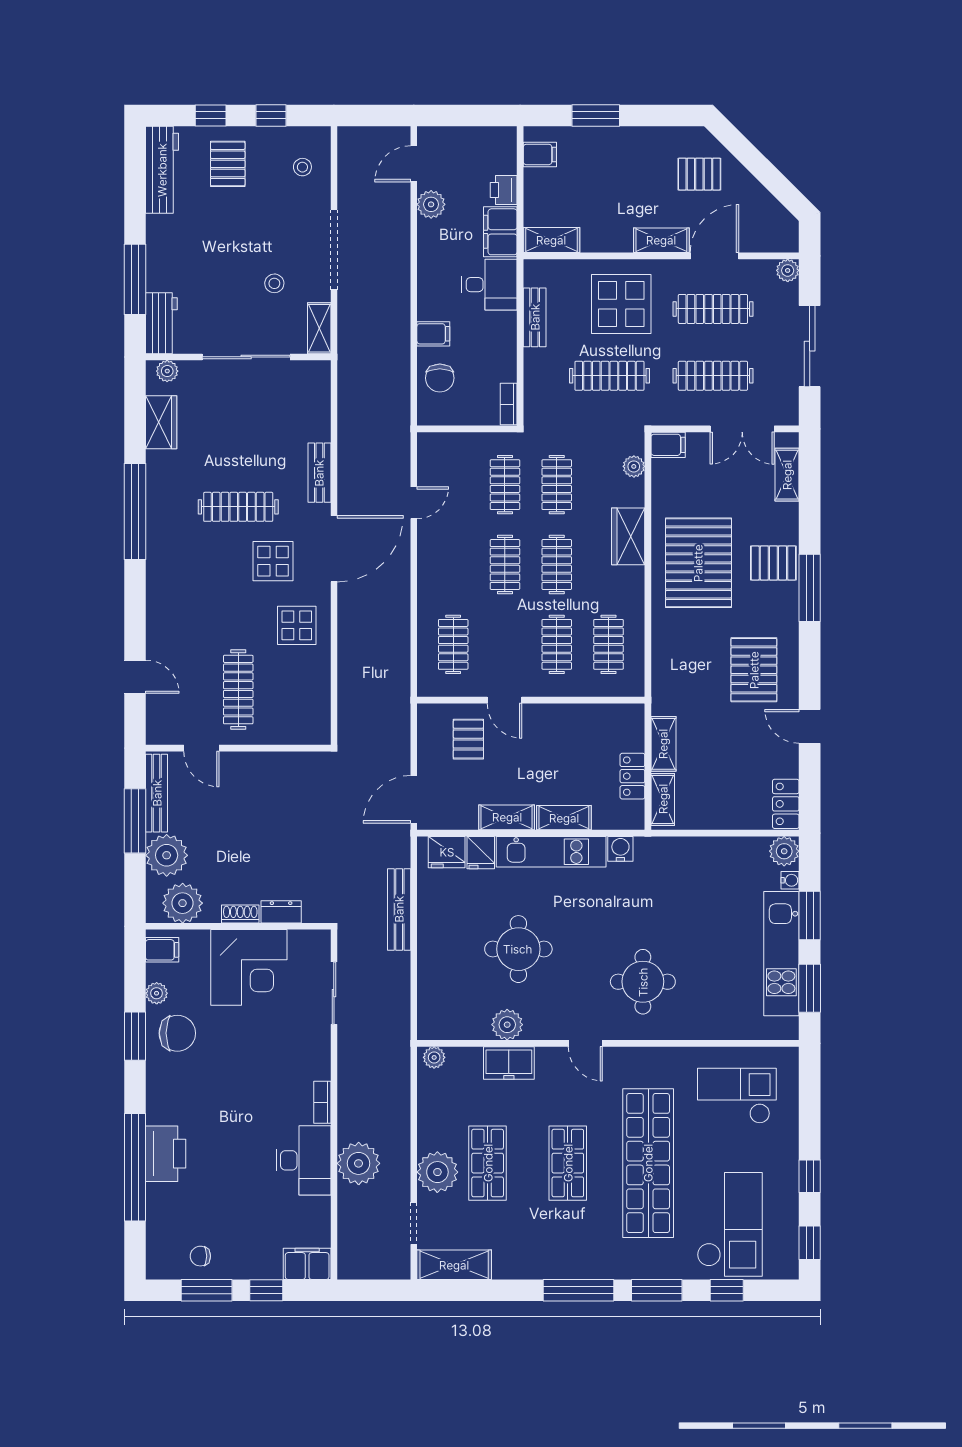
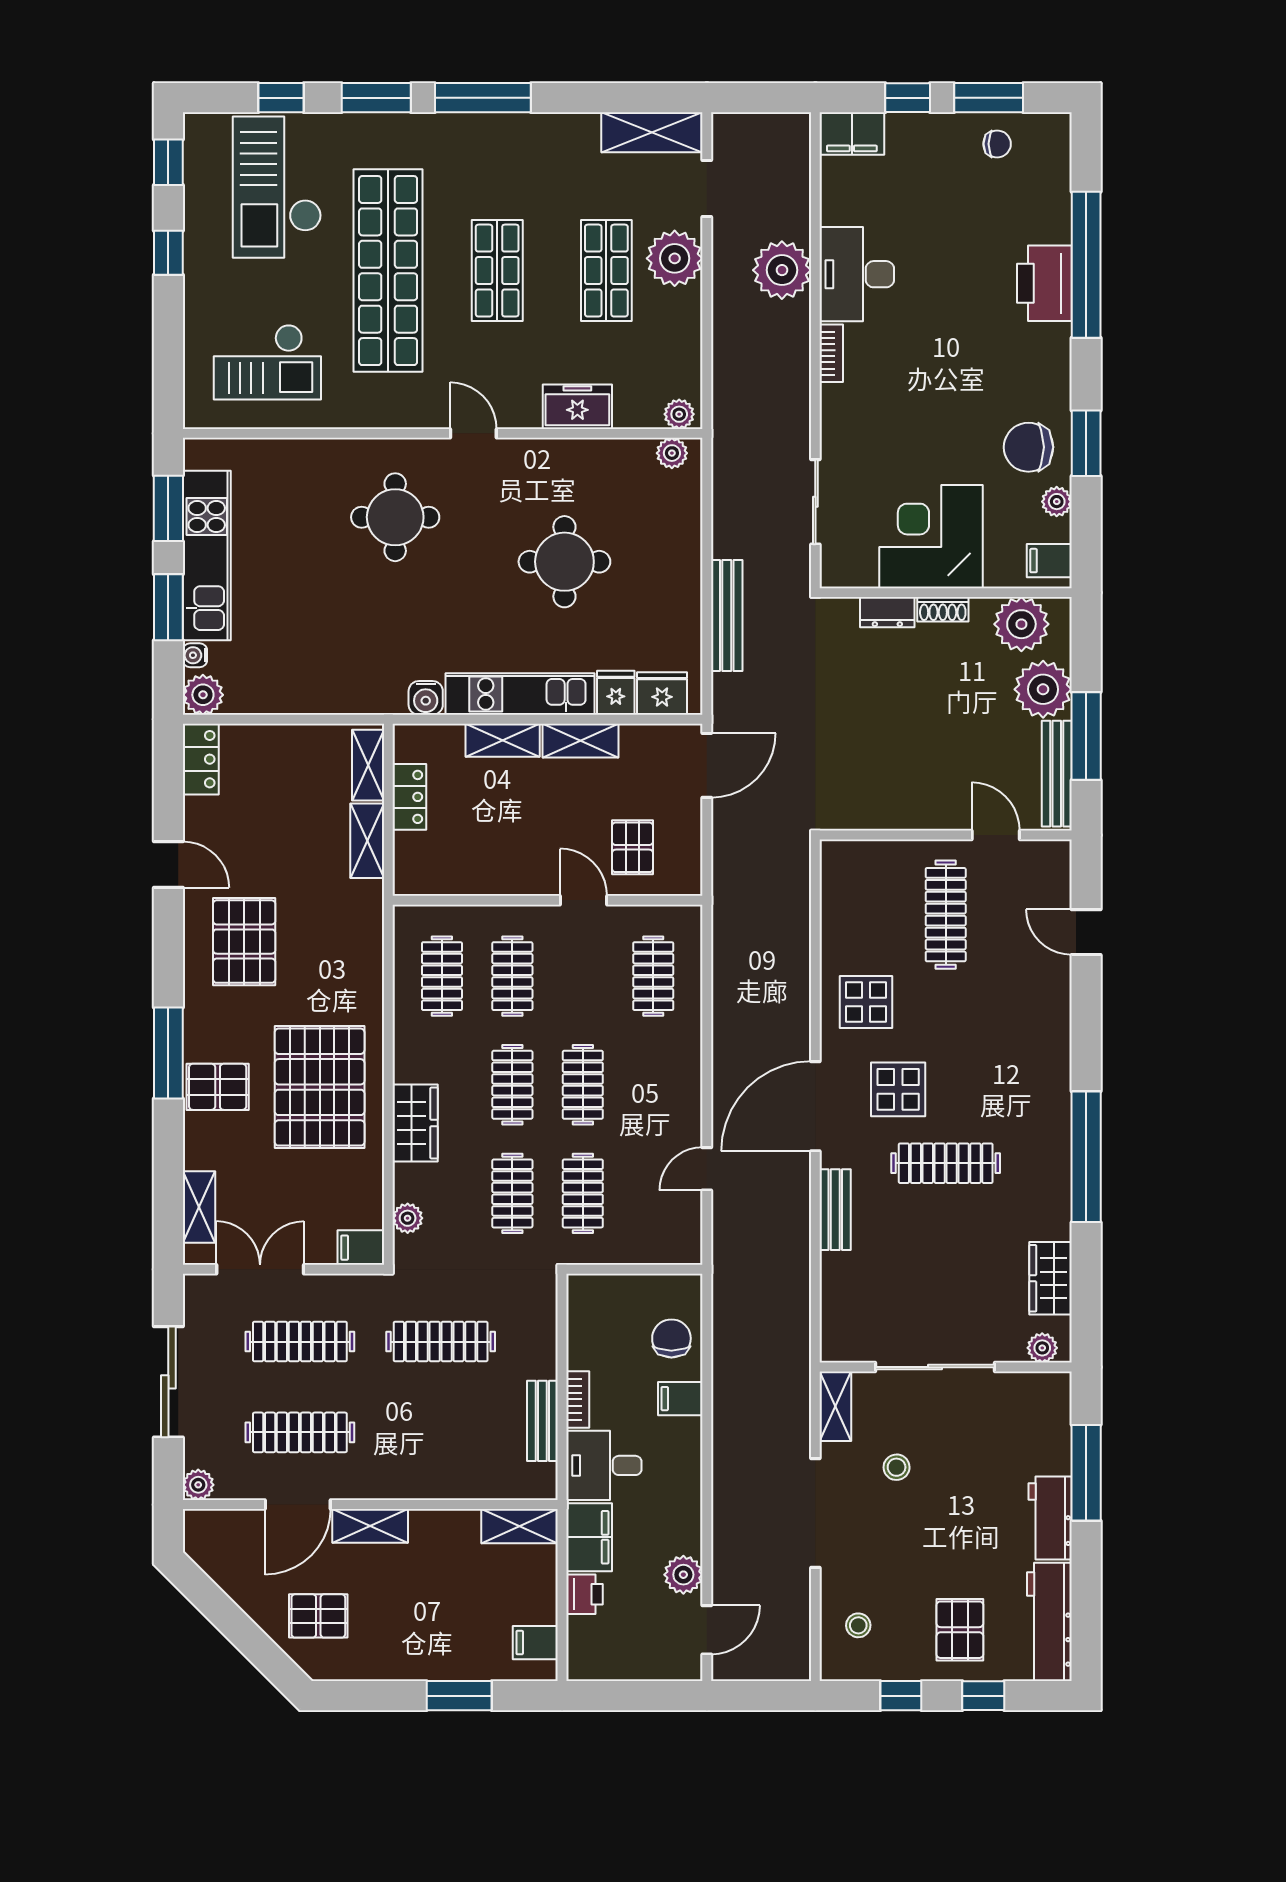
display table: (621, 304) -> (425, 1439), removed
workbench: (161, 323) -> (1050, 1518), moved
bookcase: (509, 404) -> (578, 1399), moved
plant: (507, 1025) -> (672, 453), moved, width x0.73, depth x0.73

